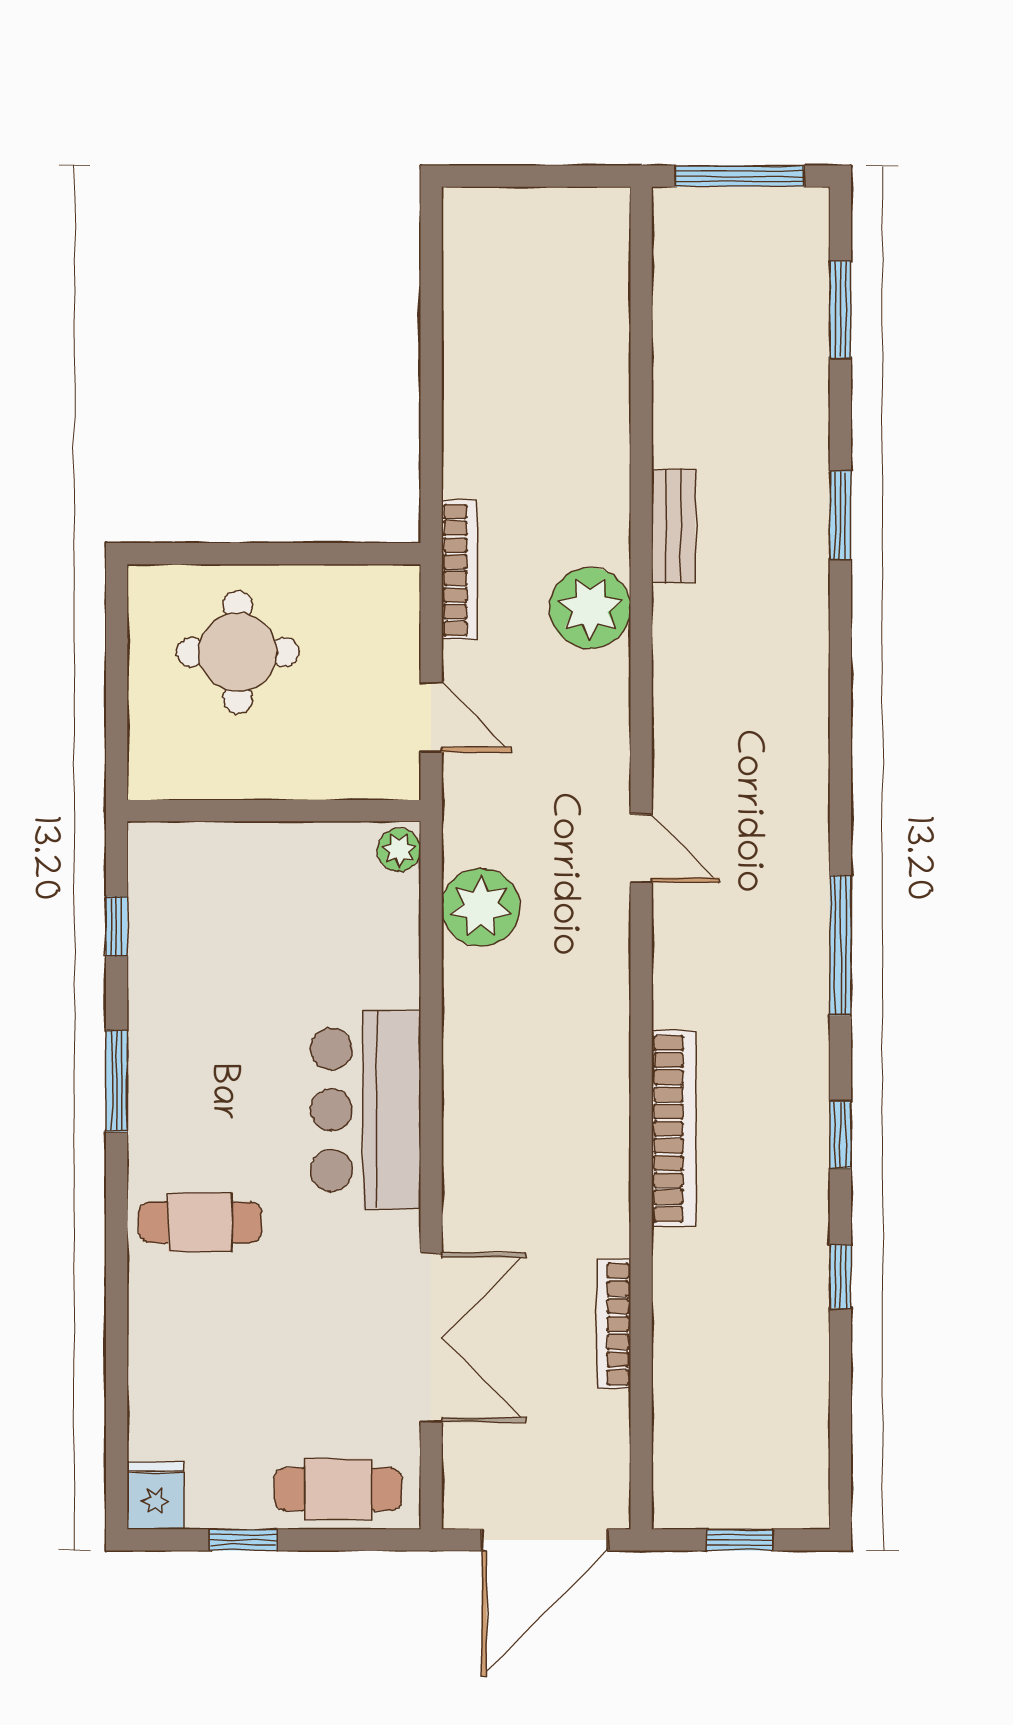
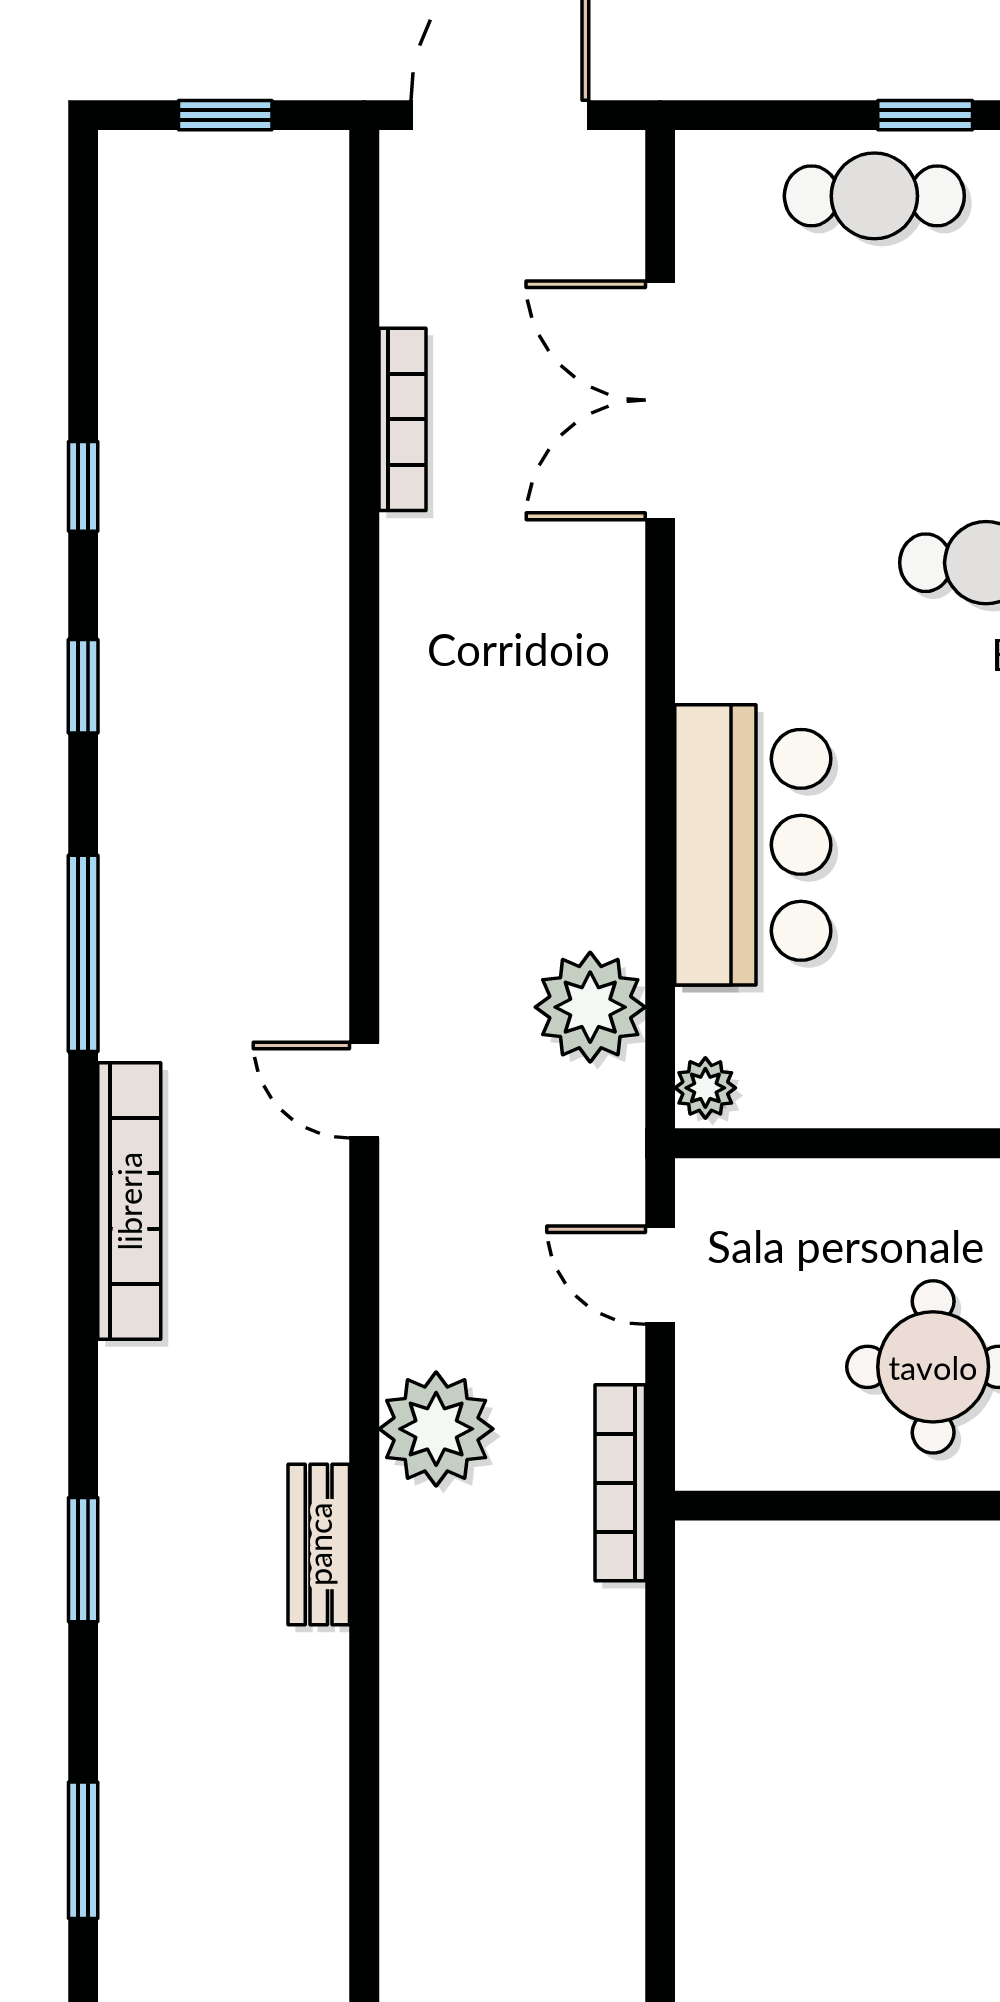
bar counter: (366, 1110) -> (753, 845), moved
bookcase: (674, 1129) -> (129, 1201), moved, turned 180
cafe table: (338, 1489) -> (874, 196), moved

